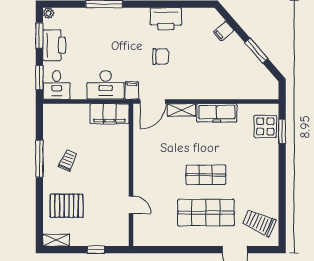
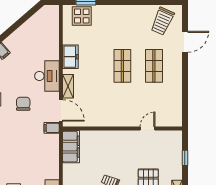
window: (256, 51) -> (18, 24), removed
desk: (106, 85) -> (47, 76), moved
freezer: (217, 113) -> (70, 57), width x0.71
shop shelf: (206, 213) -> (154, 66), width x0.70, depth x0.74

